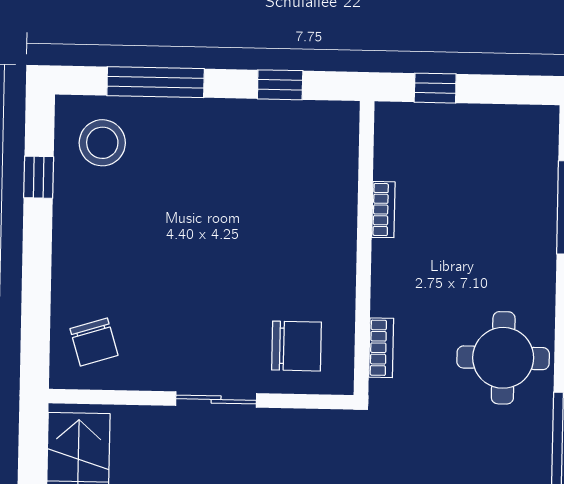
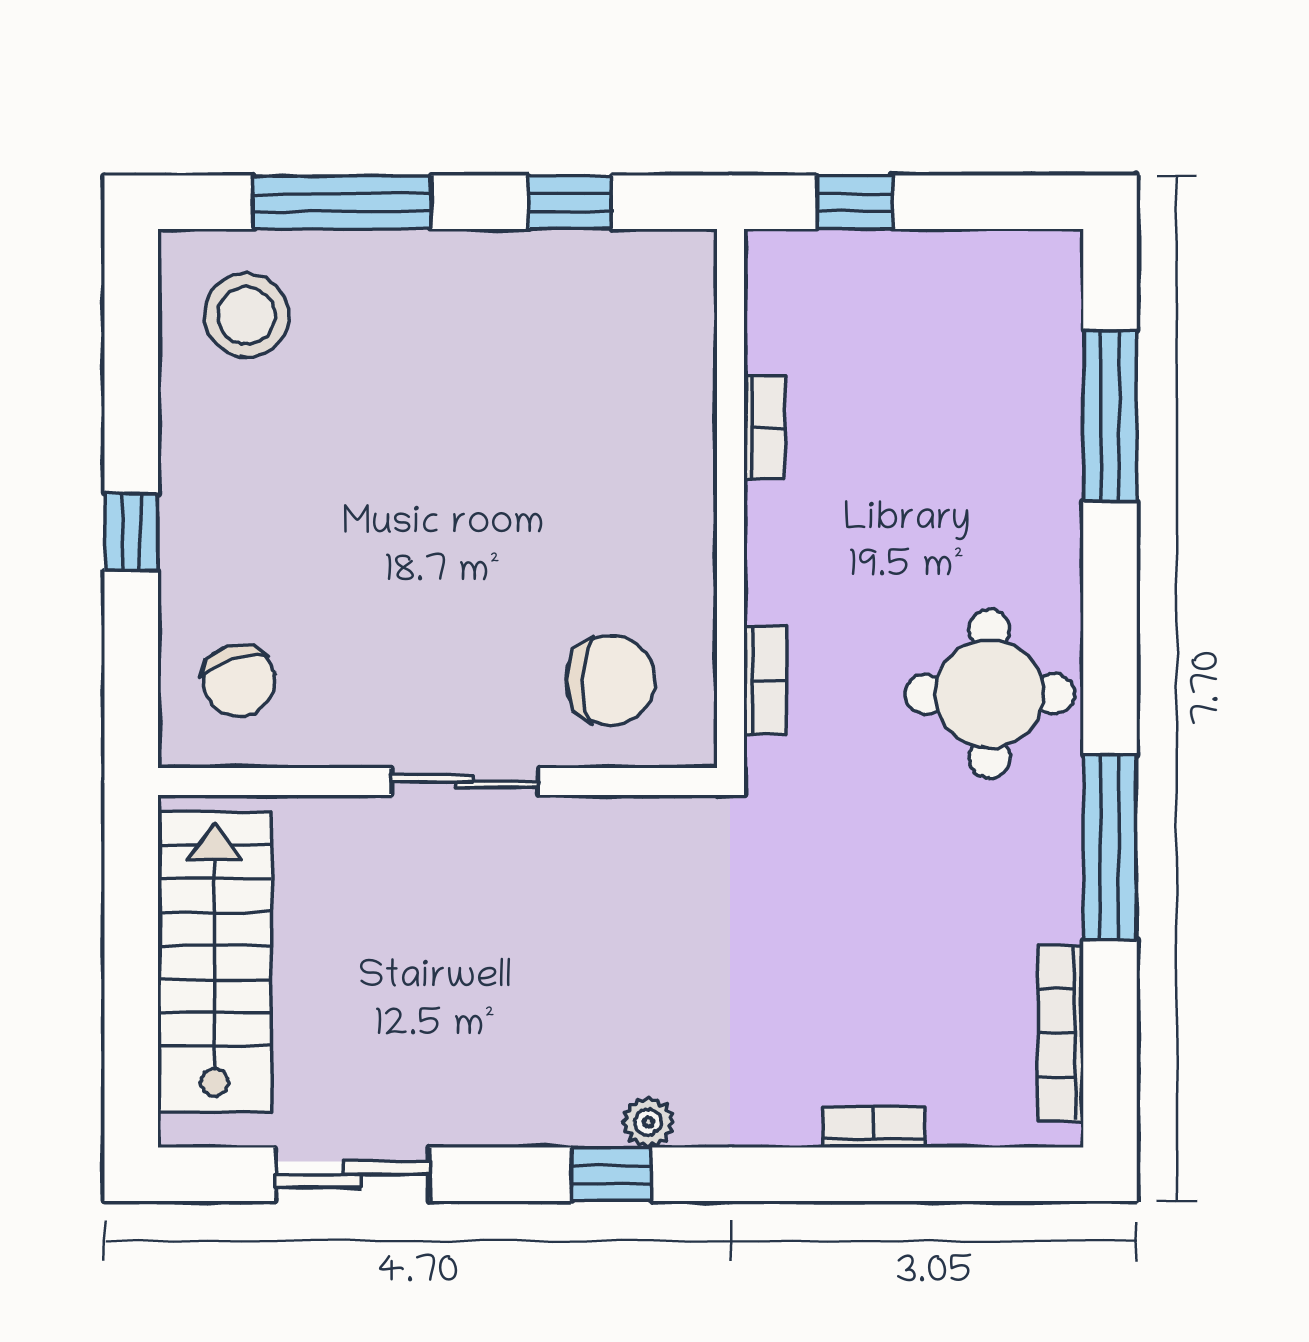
window: (39, 177) -> (131, 532), moved

